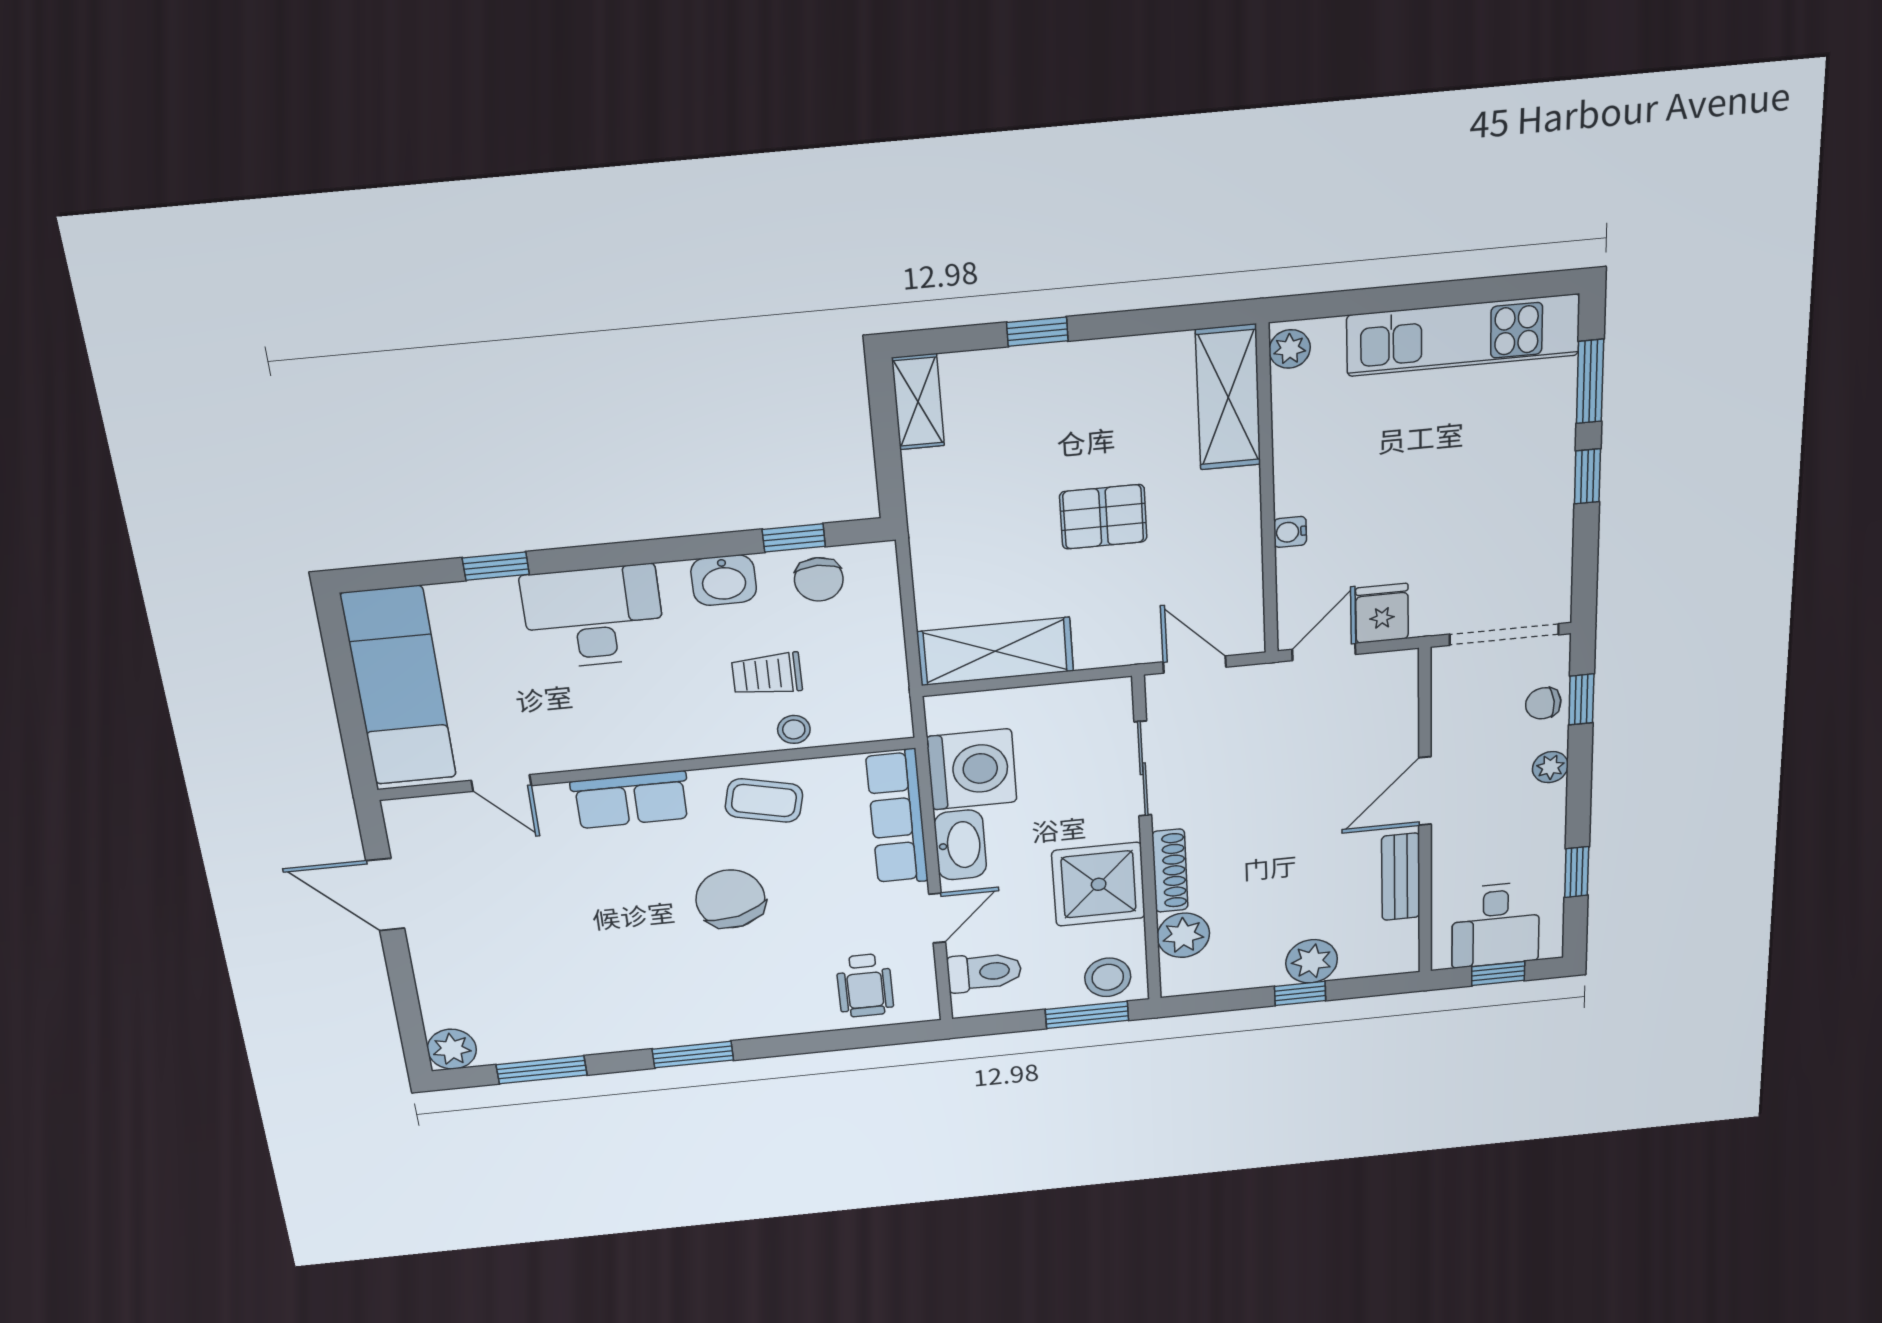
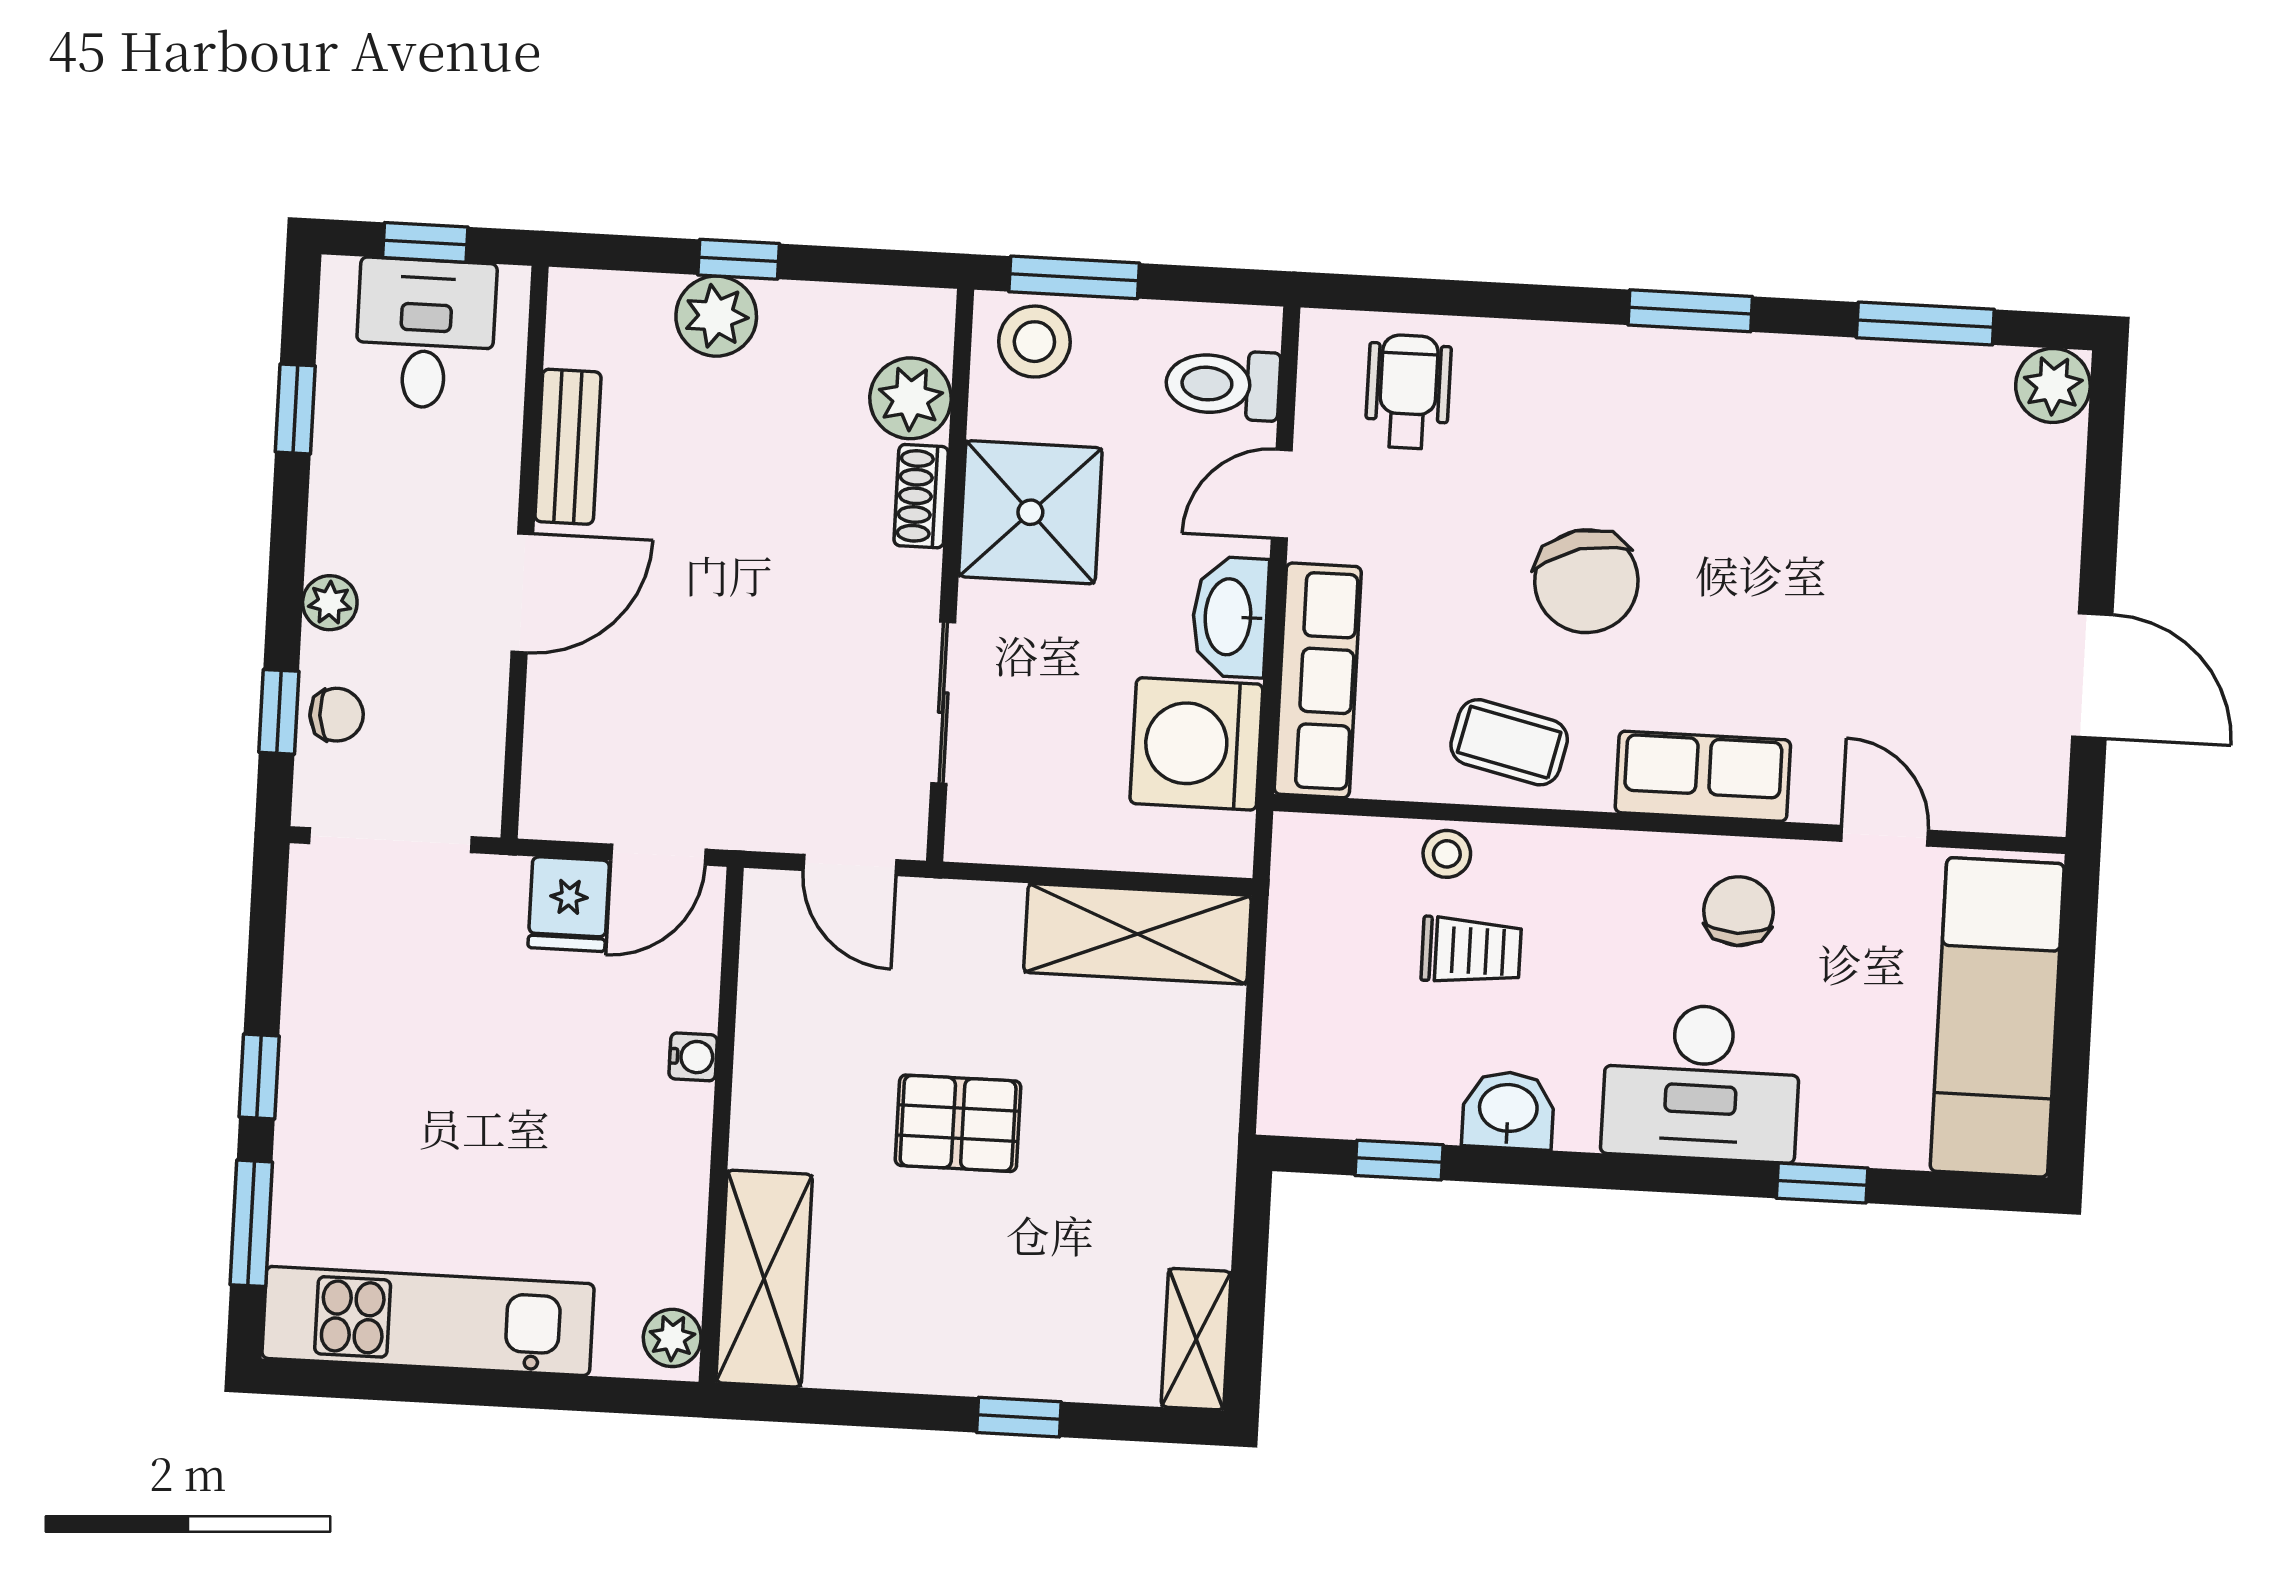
chair: (819, 579) -> (1739, 911), moved
shoe rack: (1170, 871) -> (921, 496), width x0.70

